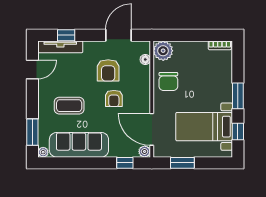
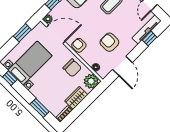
wardrobe: (193, 49) -> (76, 98), added
chair: (168, 81) -> (72, 68), turned 180
window: (238, 96) -> (40, 108), moved
armchair: (114, 98) -> (79, 45), moved

